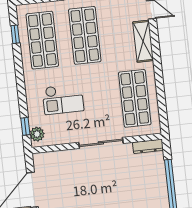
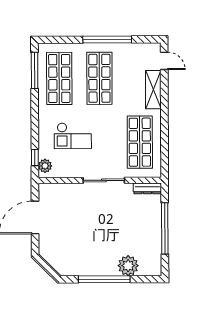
window: (15, 34) -> (35, 70), width x2.17

